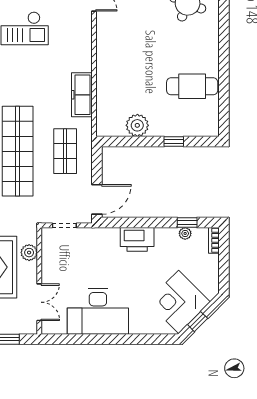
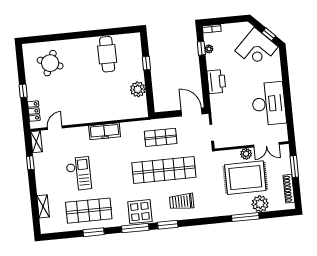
freezer: (82, 95) -> (105, 131), moved
plant: (29, 253) -> (246, 154), moved
double door: (39, 302) -> (266, 145), swing flipped

